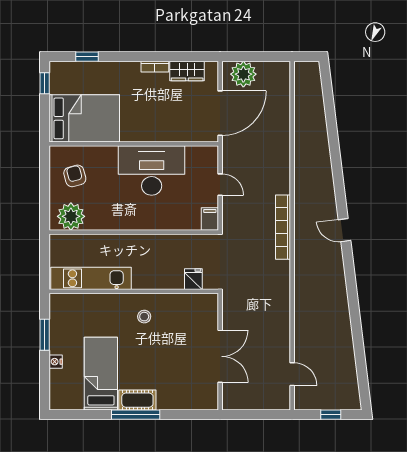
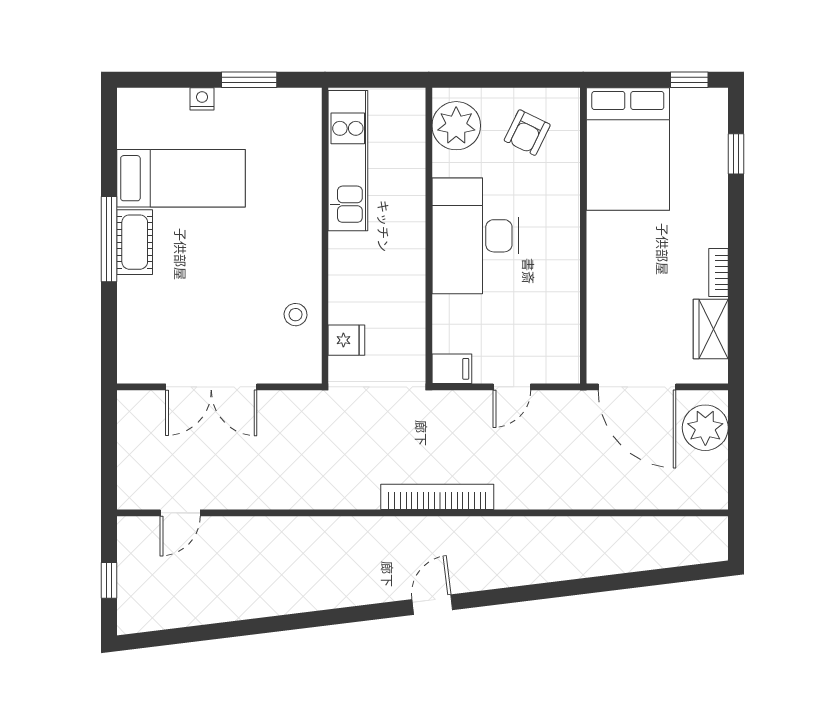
desk: (152, 171) -> (475, 236), moved, turned 180
armchair: (75, 176) -> (527, 133), turned 131
stool: (144, 317) -> (296, 315), moved

